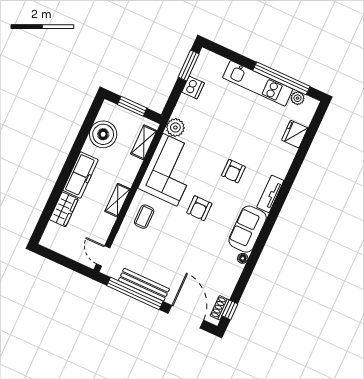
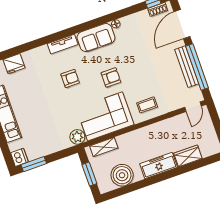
dishwasher: (193, 87) -> (19, 157), moved, turned 90
shelving: (118, 200) -> (152, 130), removed

